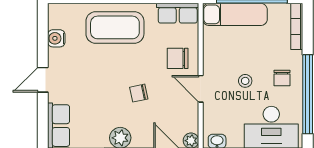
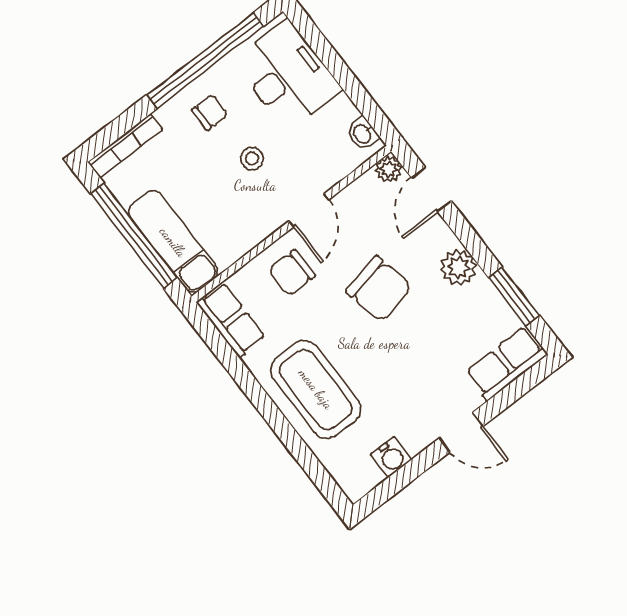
chair: (178, 58) -> (292, 273), turned 90
chair: (139, 93) -> (379, 289), width x1.87, depth x1.87

